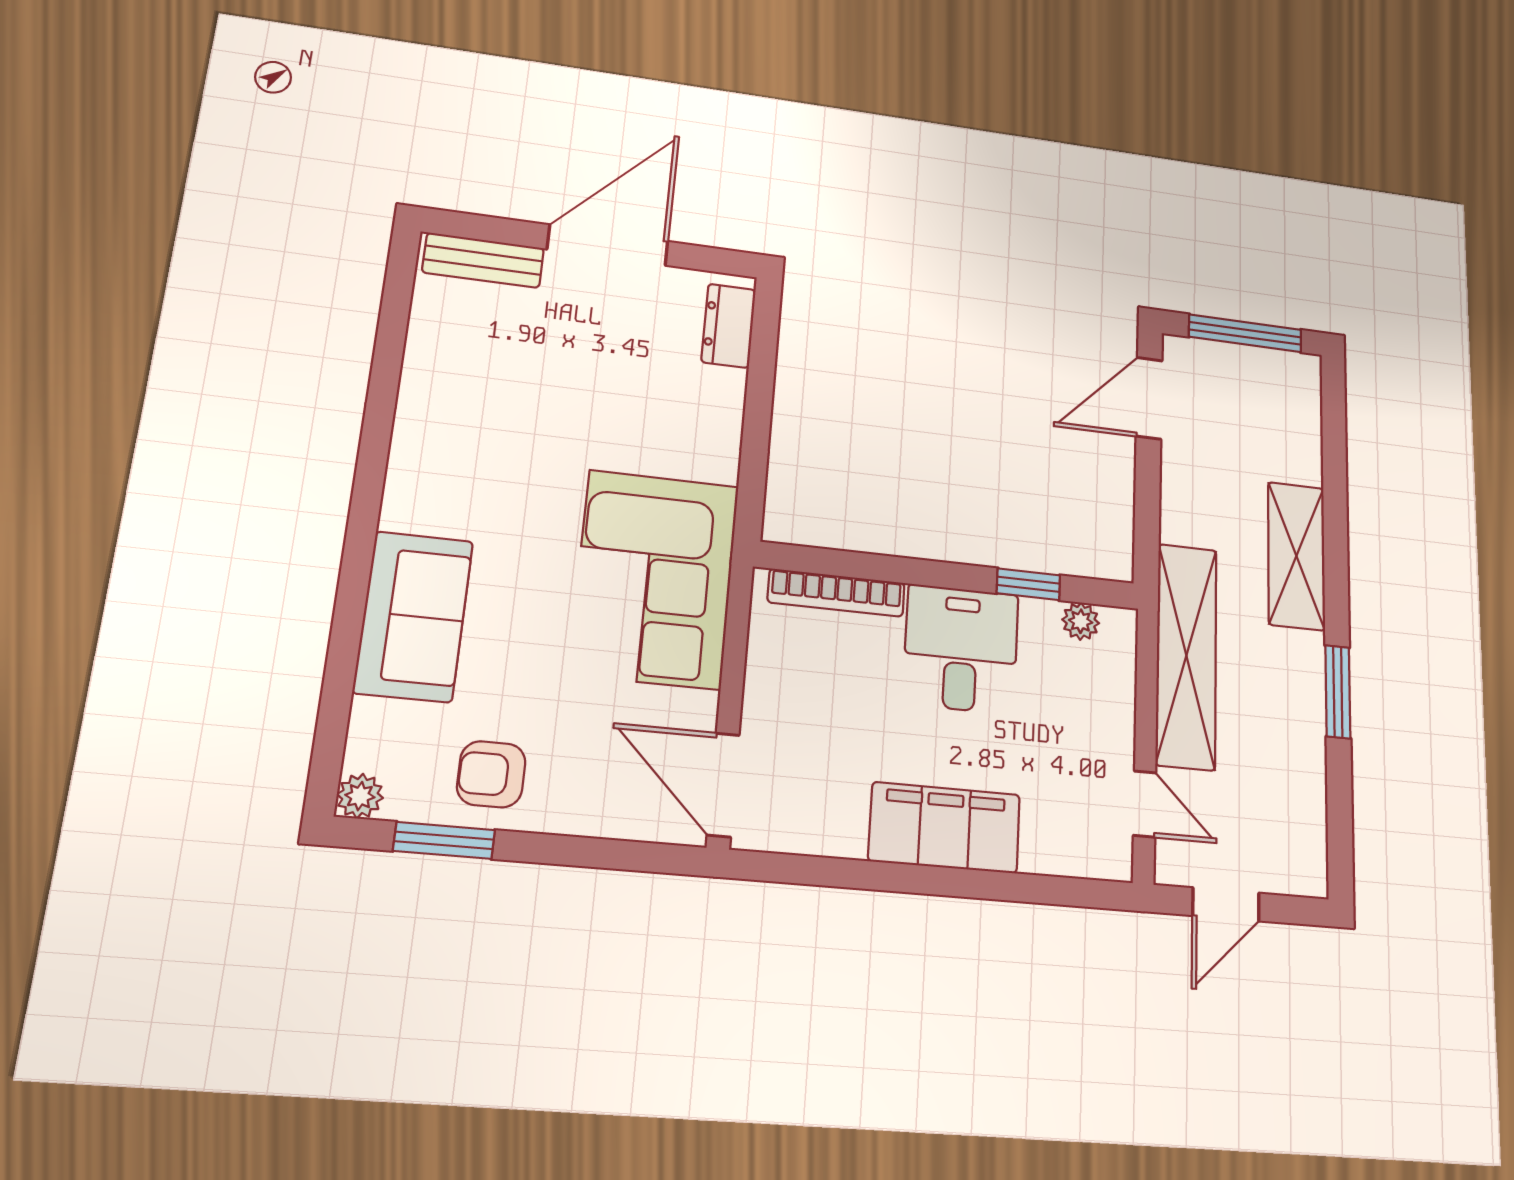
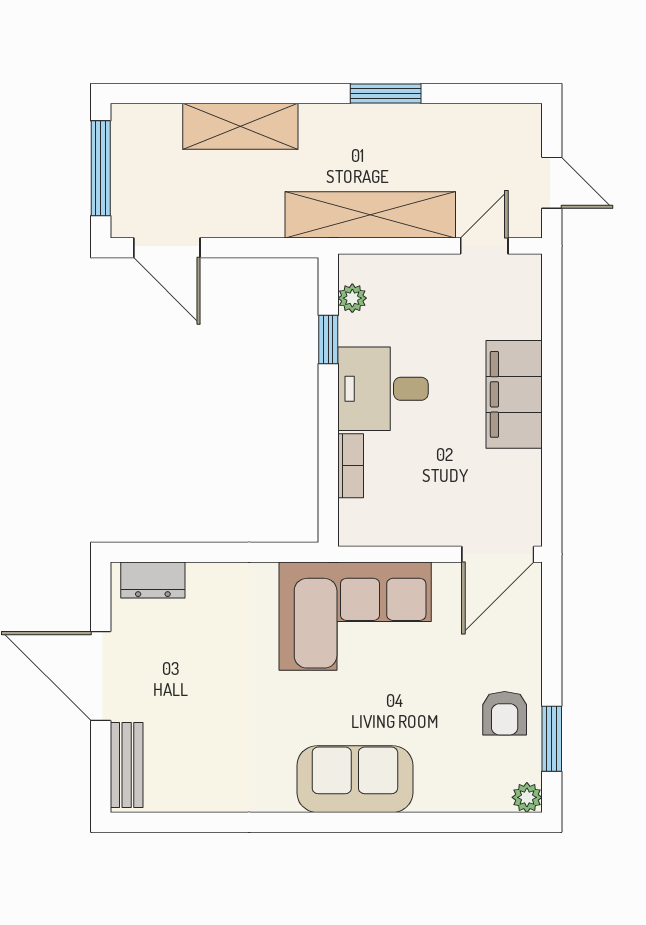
shelving: (1296, 556) -> (240, 126), moved
bookcase: (836, 593) -> (351, 466), width x0.64
sofa: (413, 616) -> (355, 779), moved

